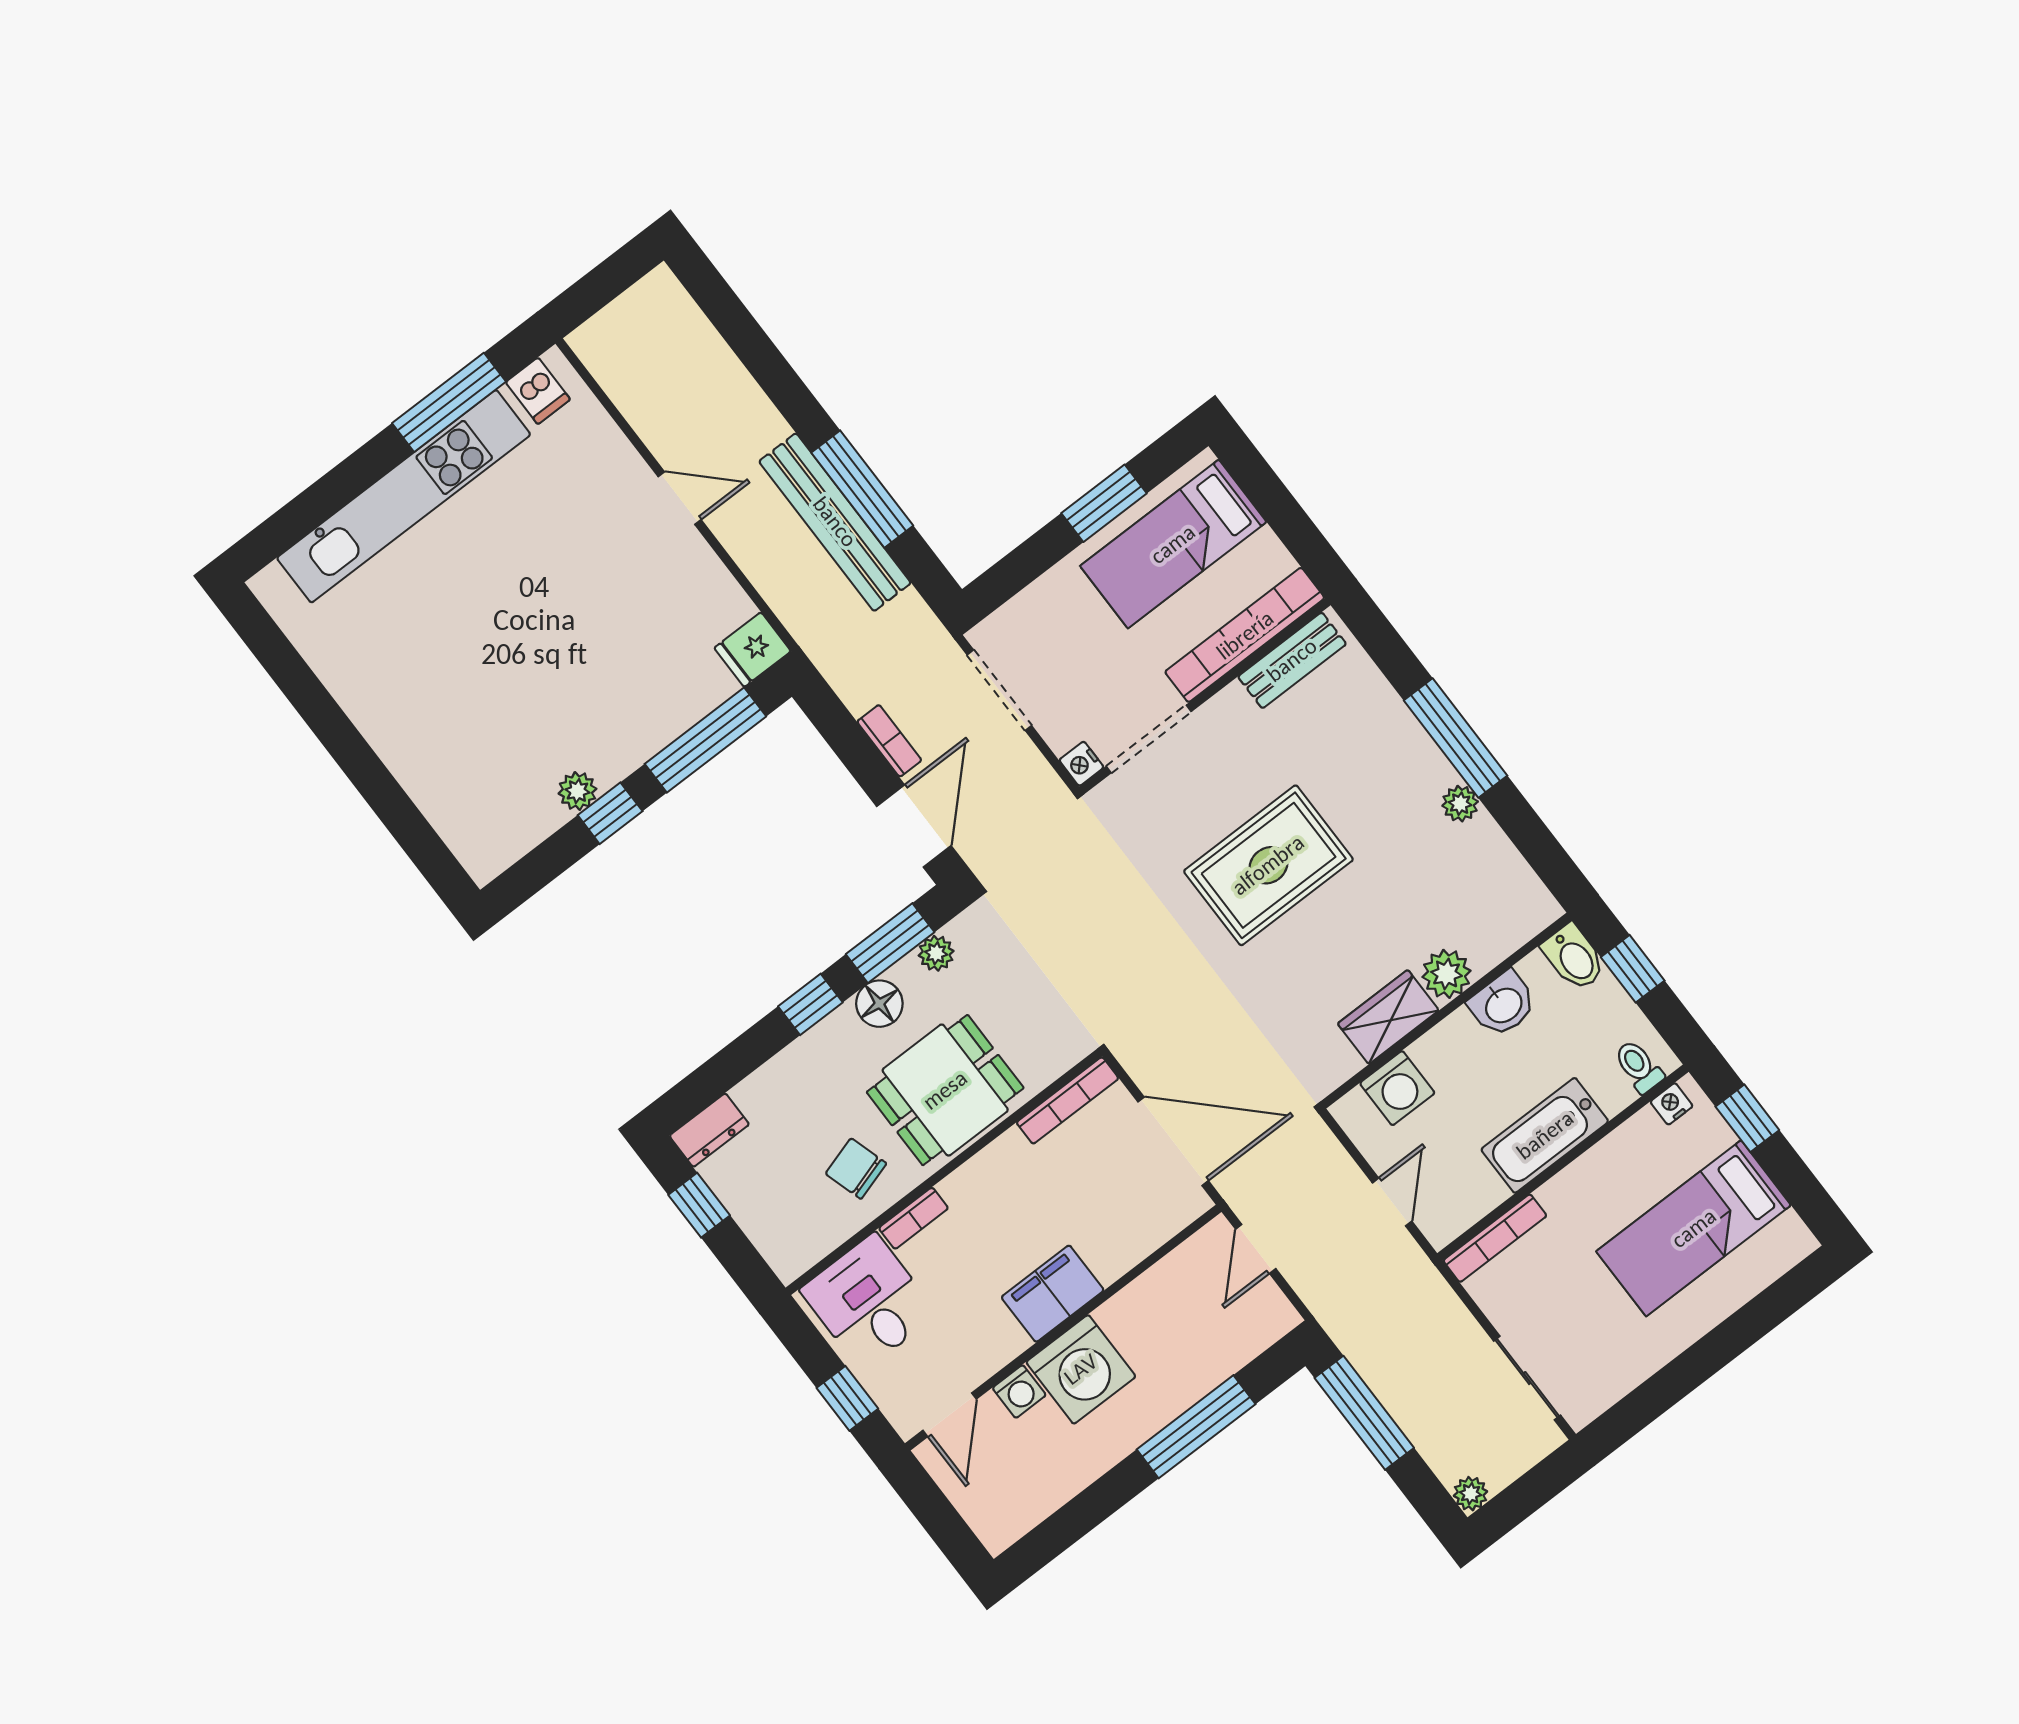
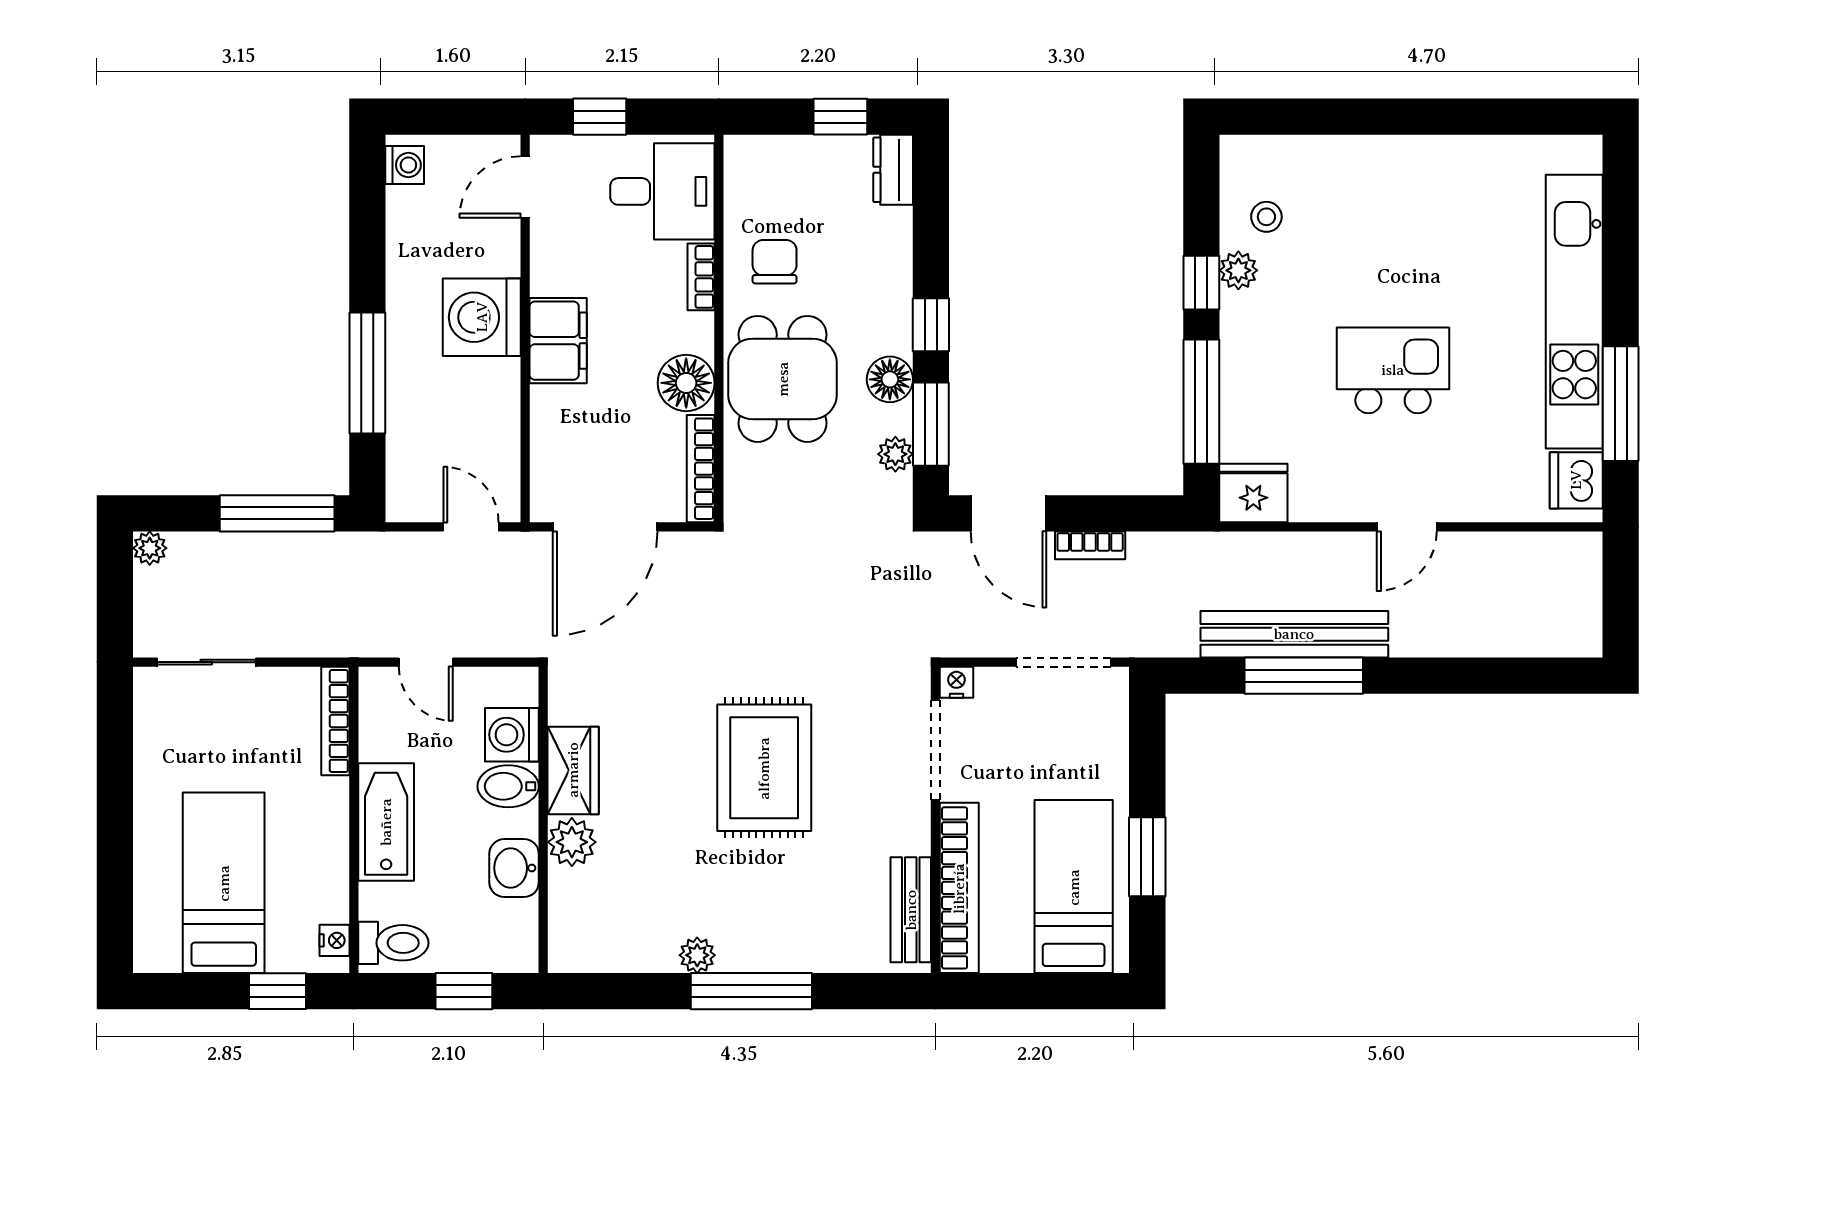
dishwasher: (538, 391) -> (1576, 480), width x1.38
kitchen island: (562, 605) -> (1393, 370), added
fridge: (753, 650) -> (1253, 493), width x1.38
stool: (517, 802) -> (1266, 217), added
bidet: (1574, 957) -> (508, 786), moved
toilet: (1639, 1066) -> (393, 943), width x1.37, depth x1.39
floor lamp: (1008, 1165) -> (686, 383), added
chair: (856, 1169) -> (775, 262), turned -73
washing machine: (1019, 1392) -> (405, 165), moved, turned 180
door: (950, 1415) -> (525, 187), hinge flipped

